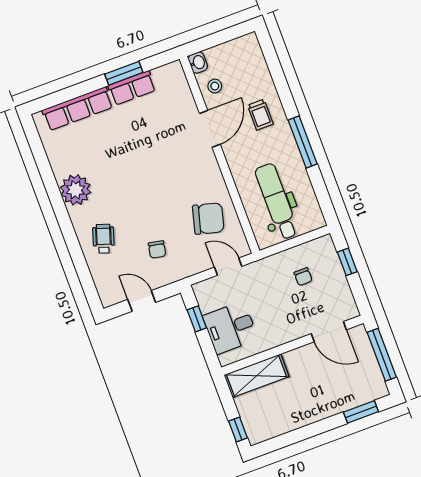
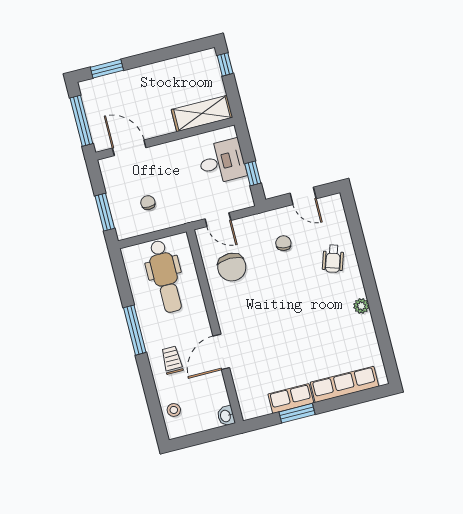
stool: (215, 86) -> (174, 410), moved
plant: (75, 190) -> (361, 306), width x0.53, depth x0.53
chair: (208, 219) -> (232, 267), turned -105
window: (347, 262) -> (105, 212), width x1.50

